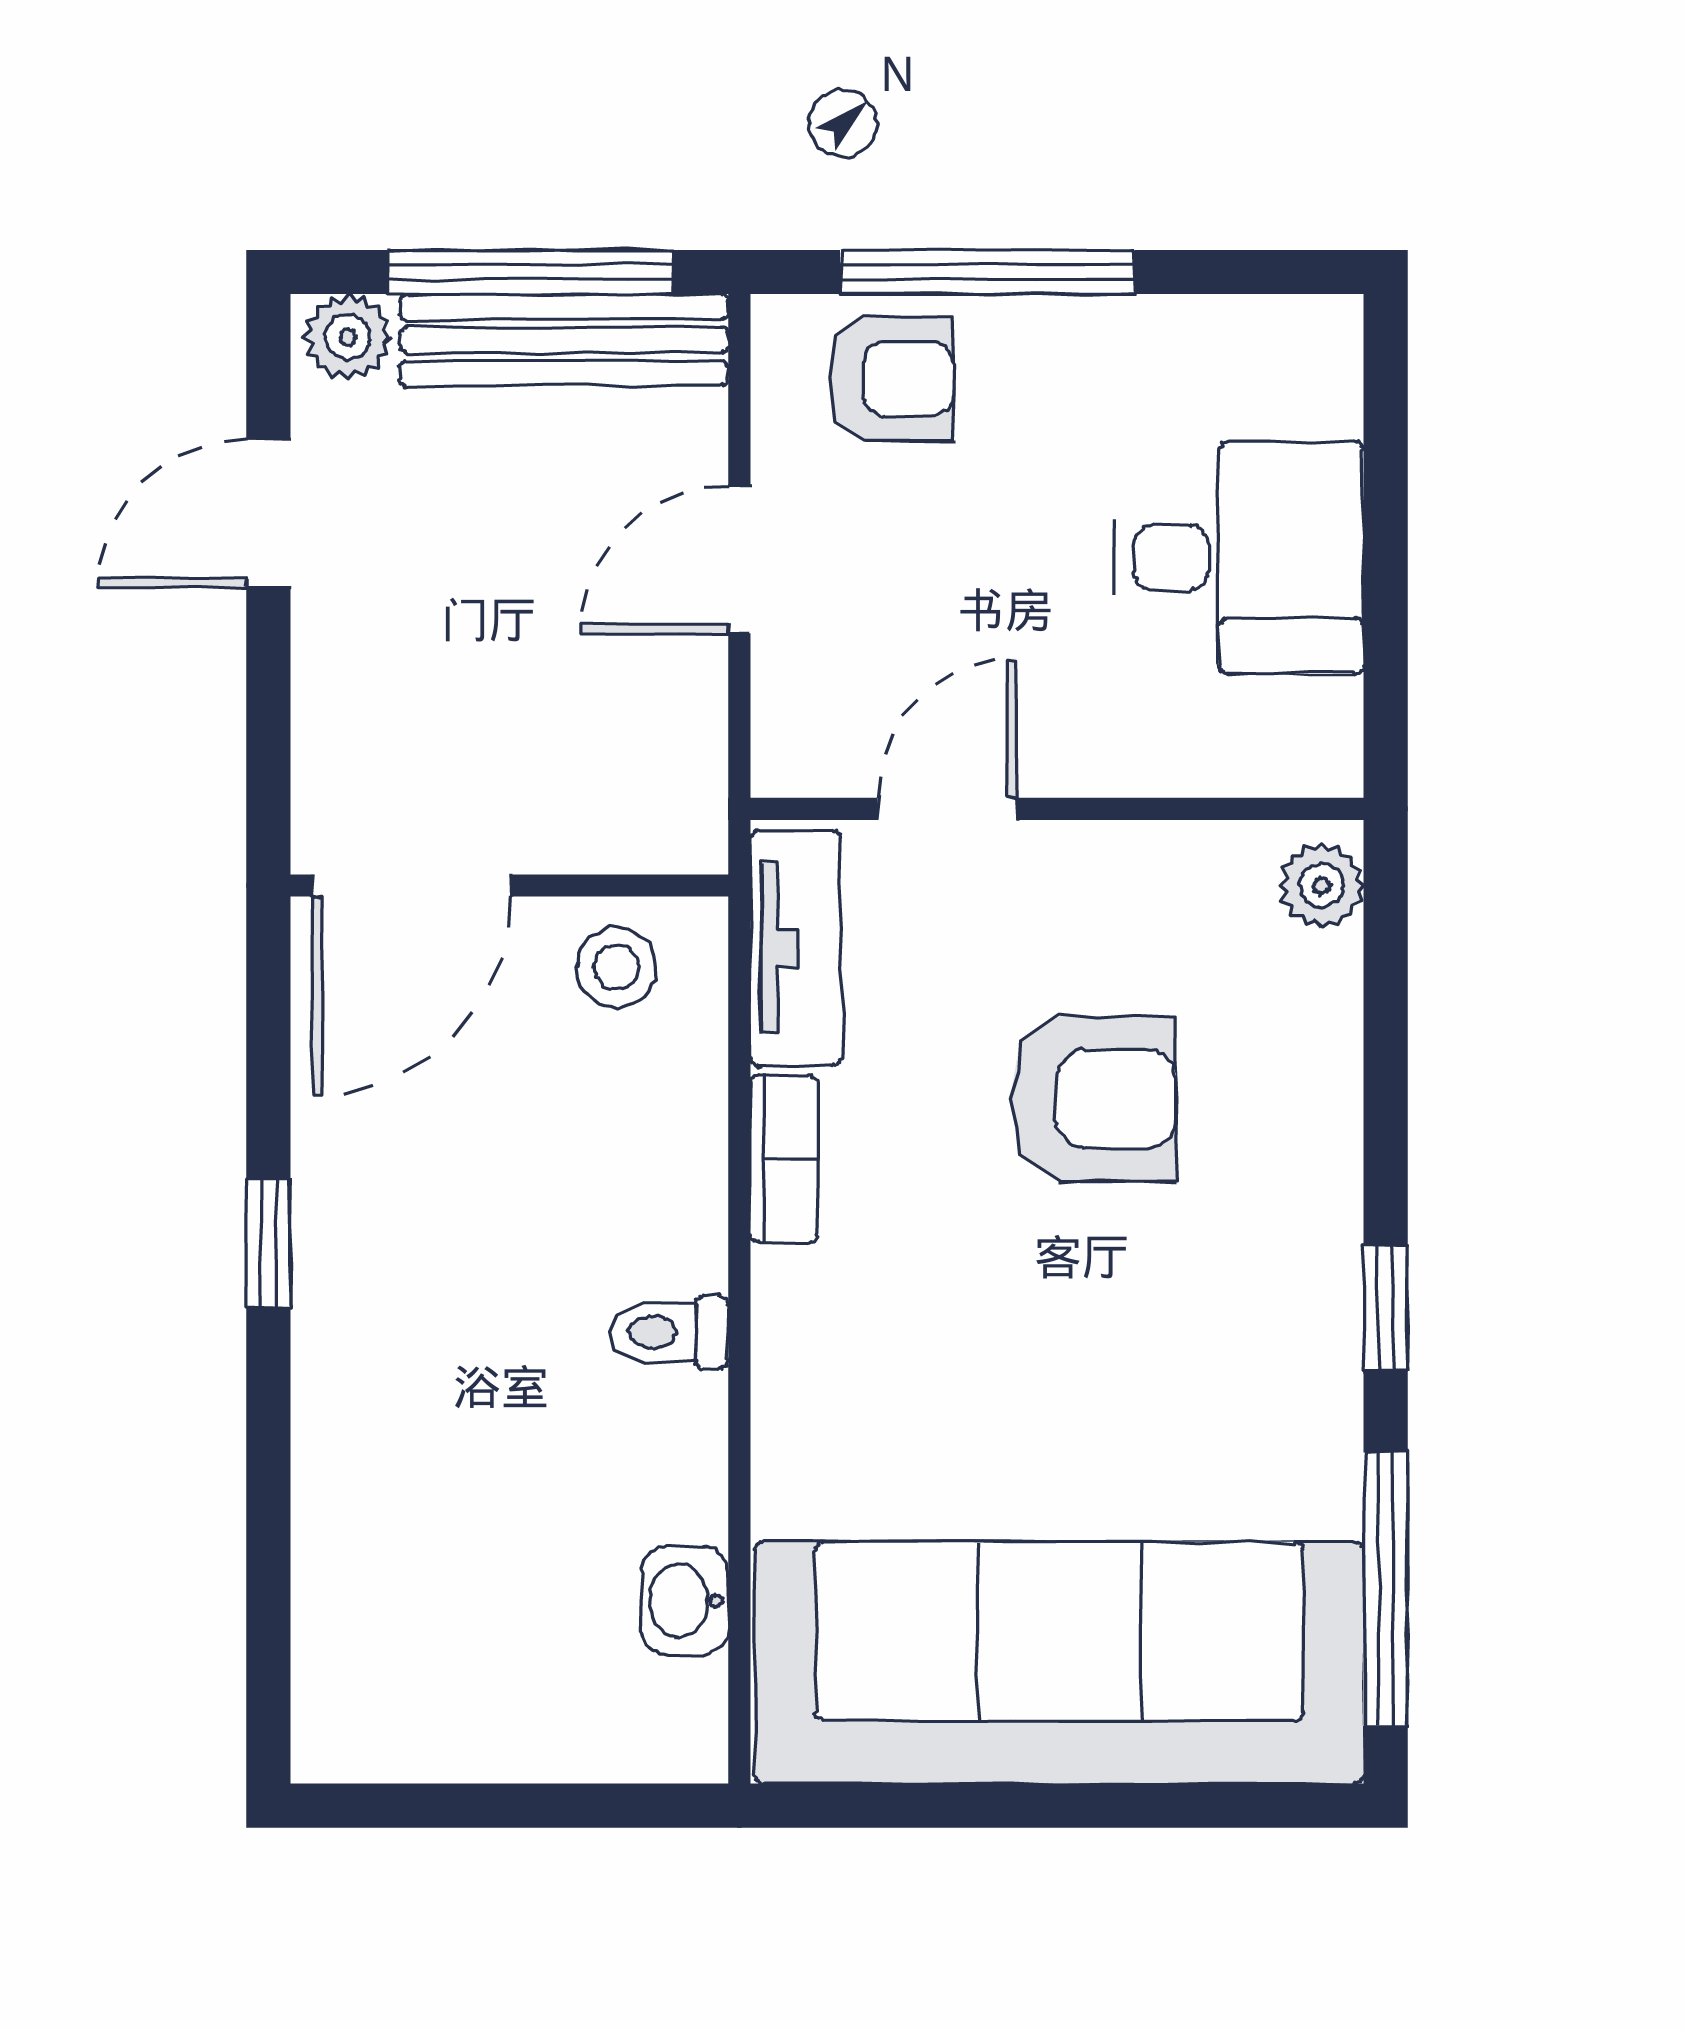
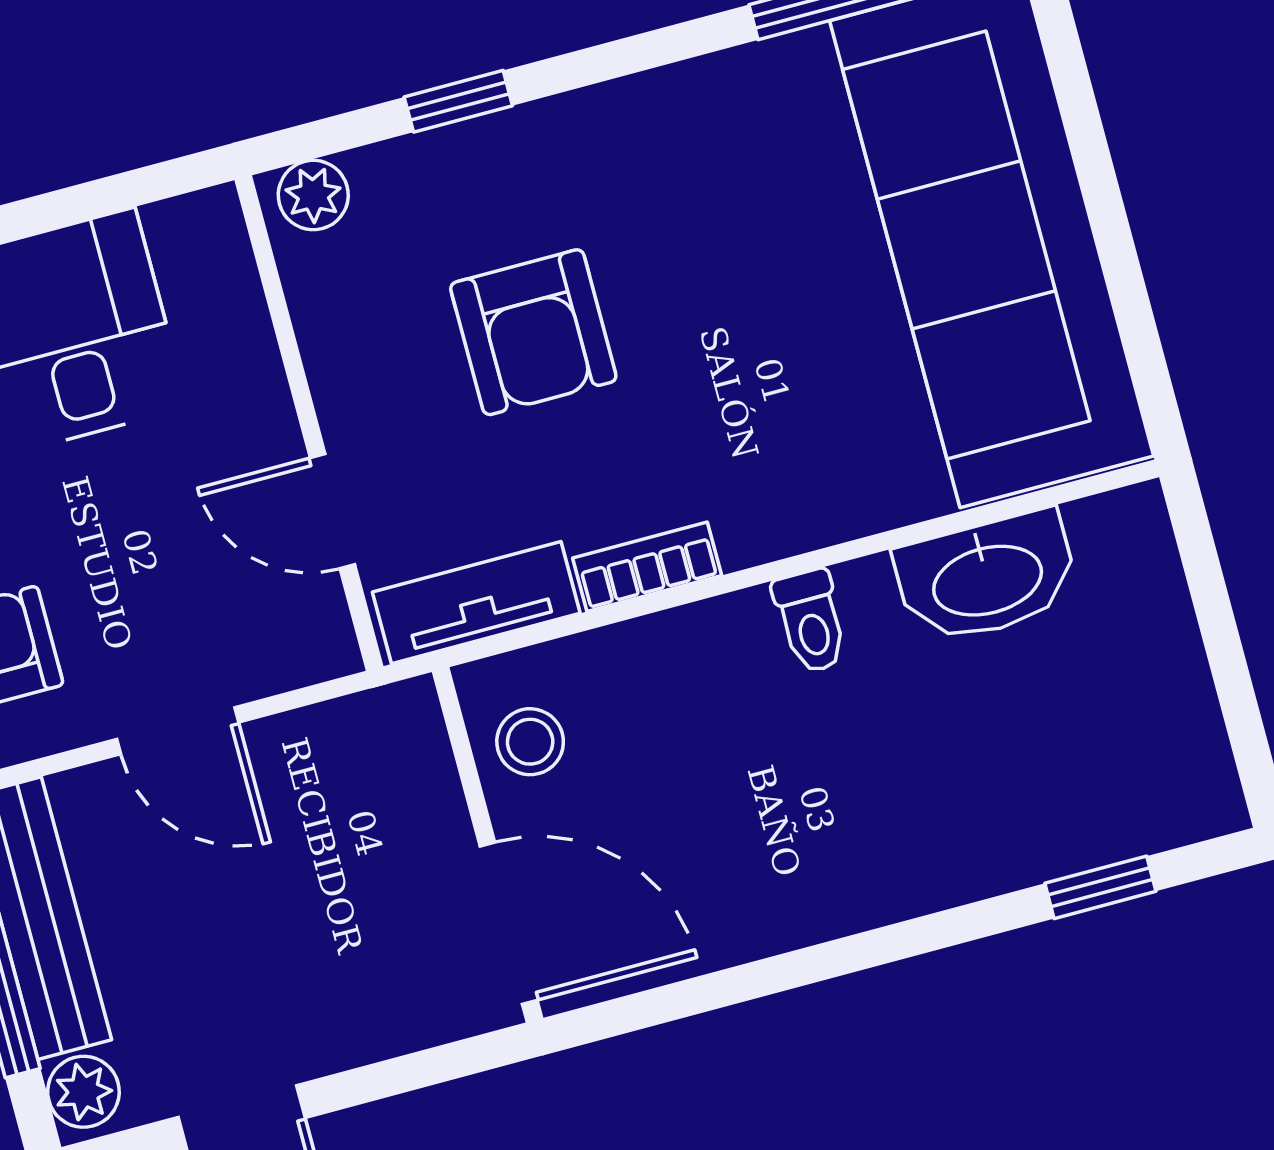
armchair: (1093, 1099) -> (533, 332), turned 180
window: (268, 1243) -> (1100, 887), moved
window: (1386, 1308) -> (458, 101), moved
washbasin: (685, 1601) -> (987, 578), width x1.91, depth x1.45

